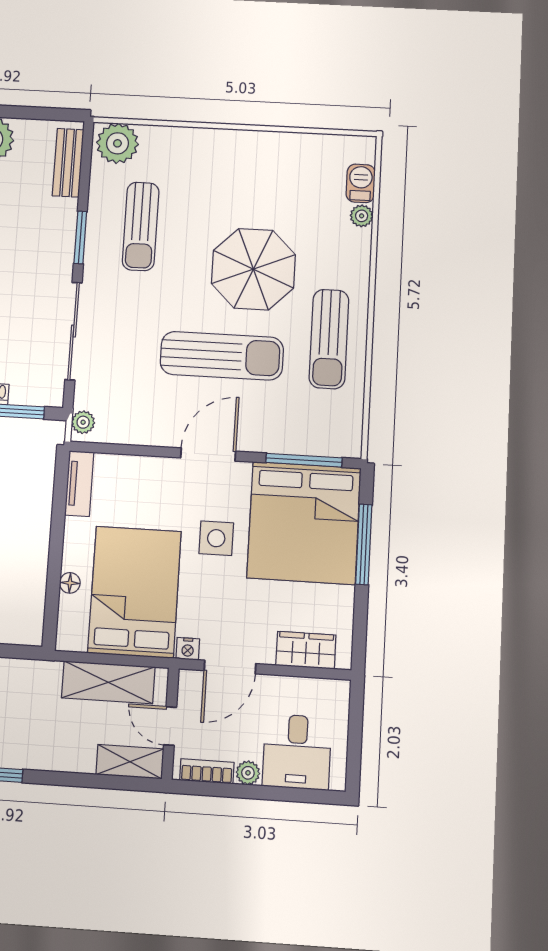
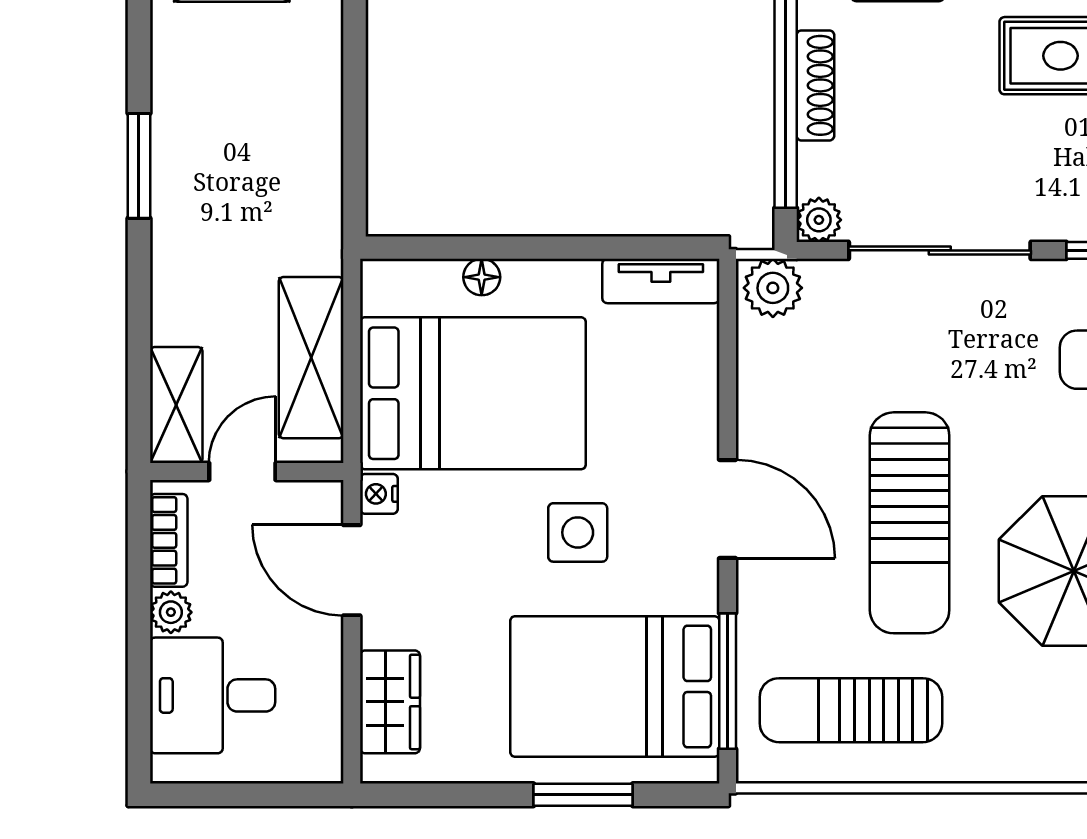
sun lounger: (329, 339) -> (851, 710), moved
plant: (52, 395) -> (819, 220), added
plant: (83, 422) -> (773, 288), width x1.38, depth x1.38
bed: (304, 523) -> (615, 687), width x0.73
window: (364, 544) -> (583, 795), width x0.69

